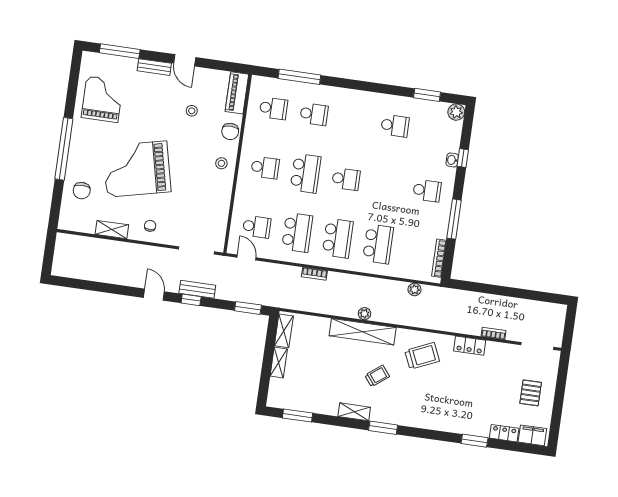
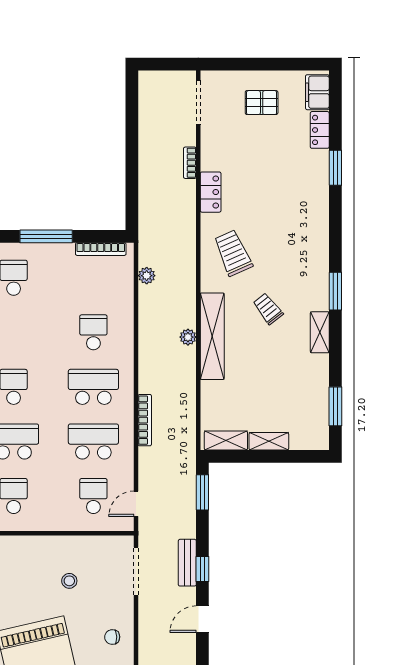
stool: (221, 163) -> (69, 581), moved
school desk: (378, 244) -> (93, 332), width x0.54
bookcase: (314, 274) -> (145, 420), width x1.56

